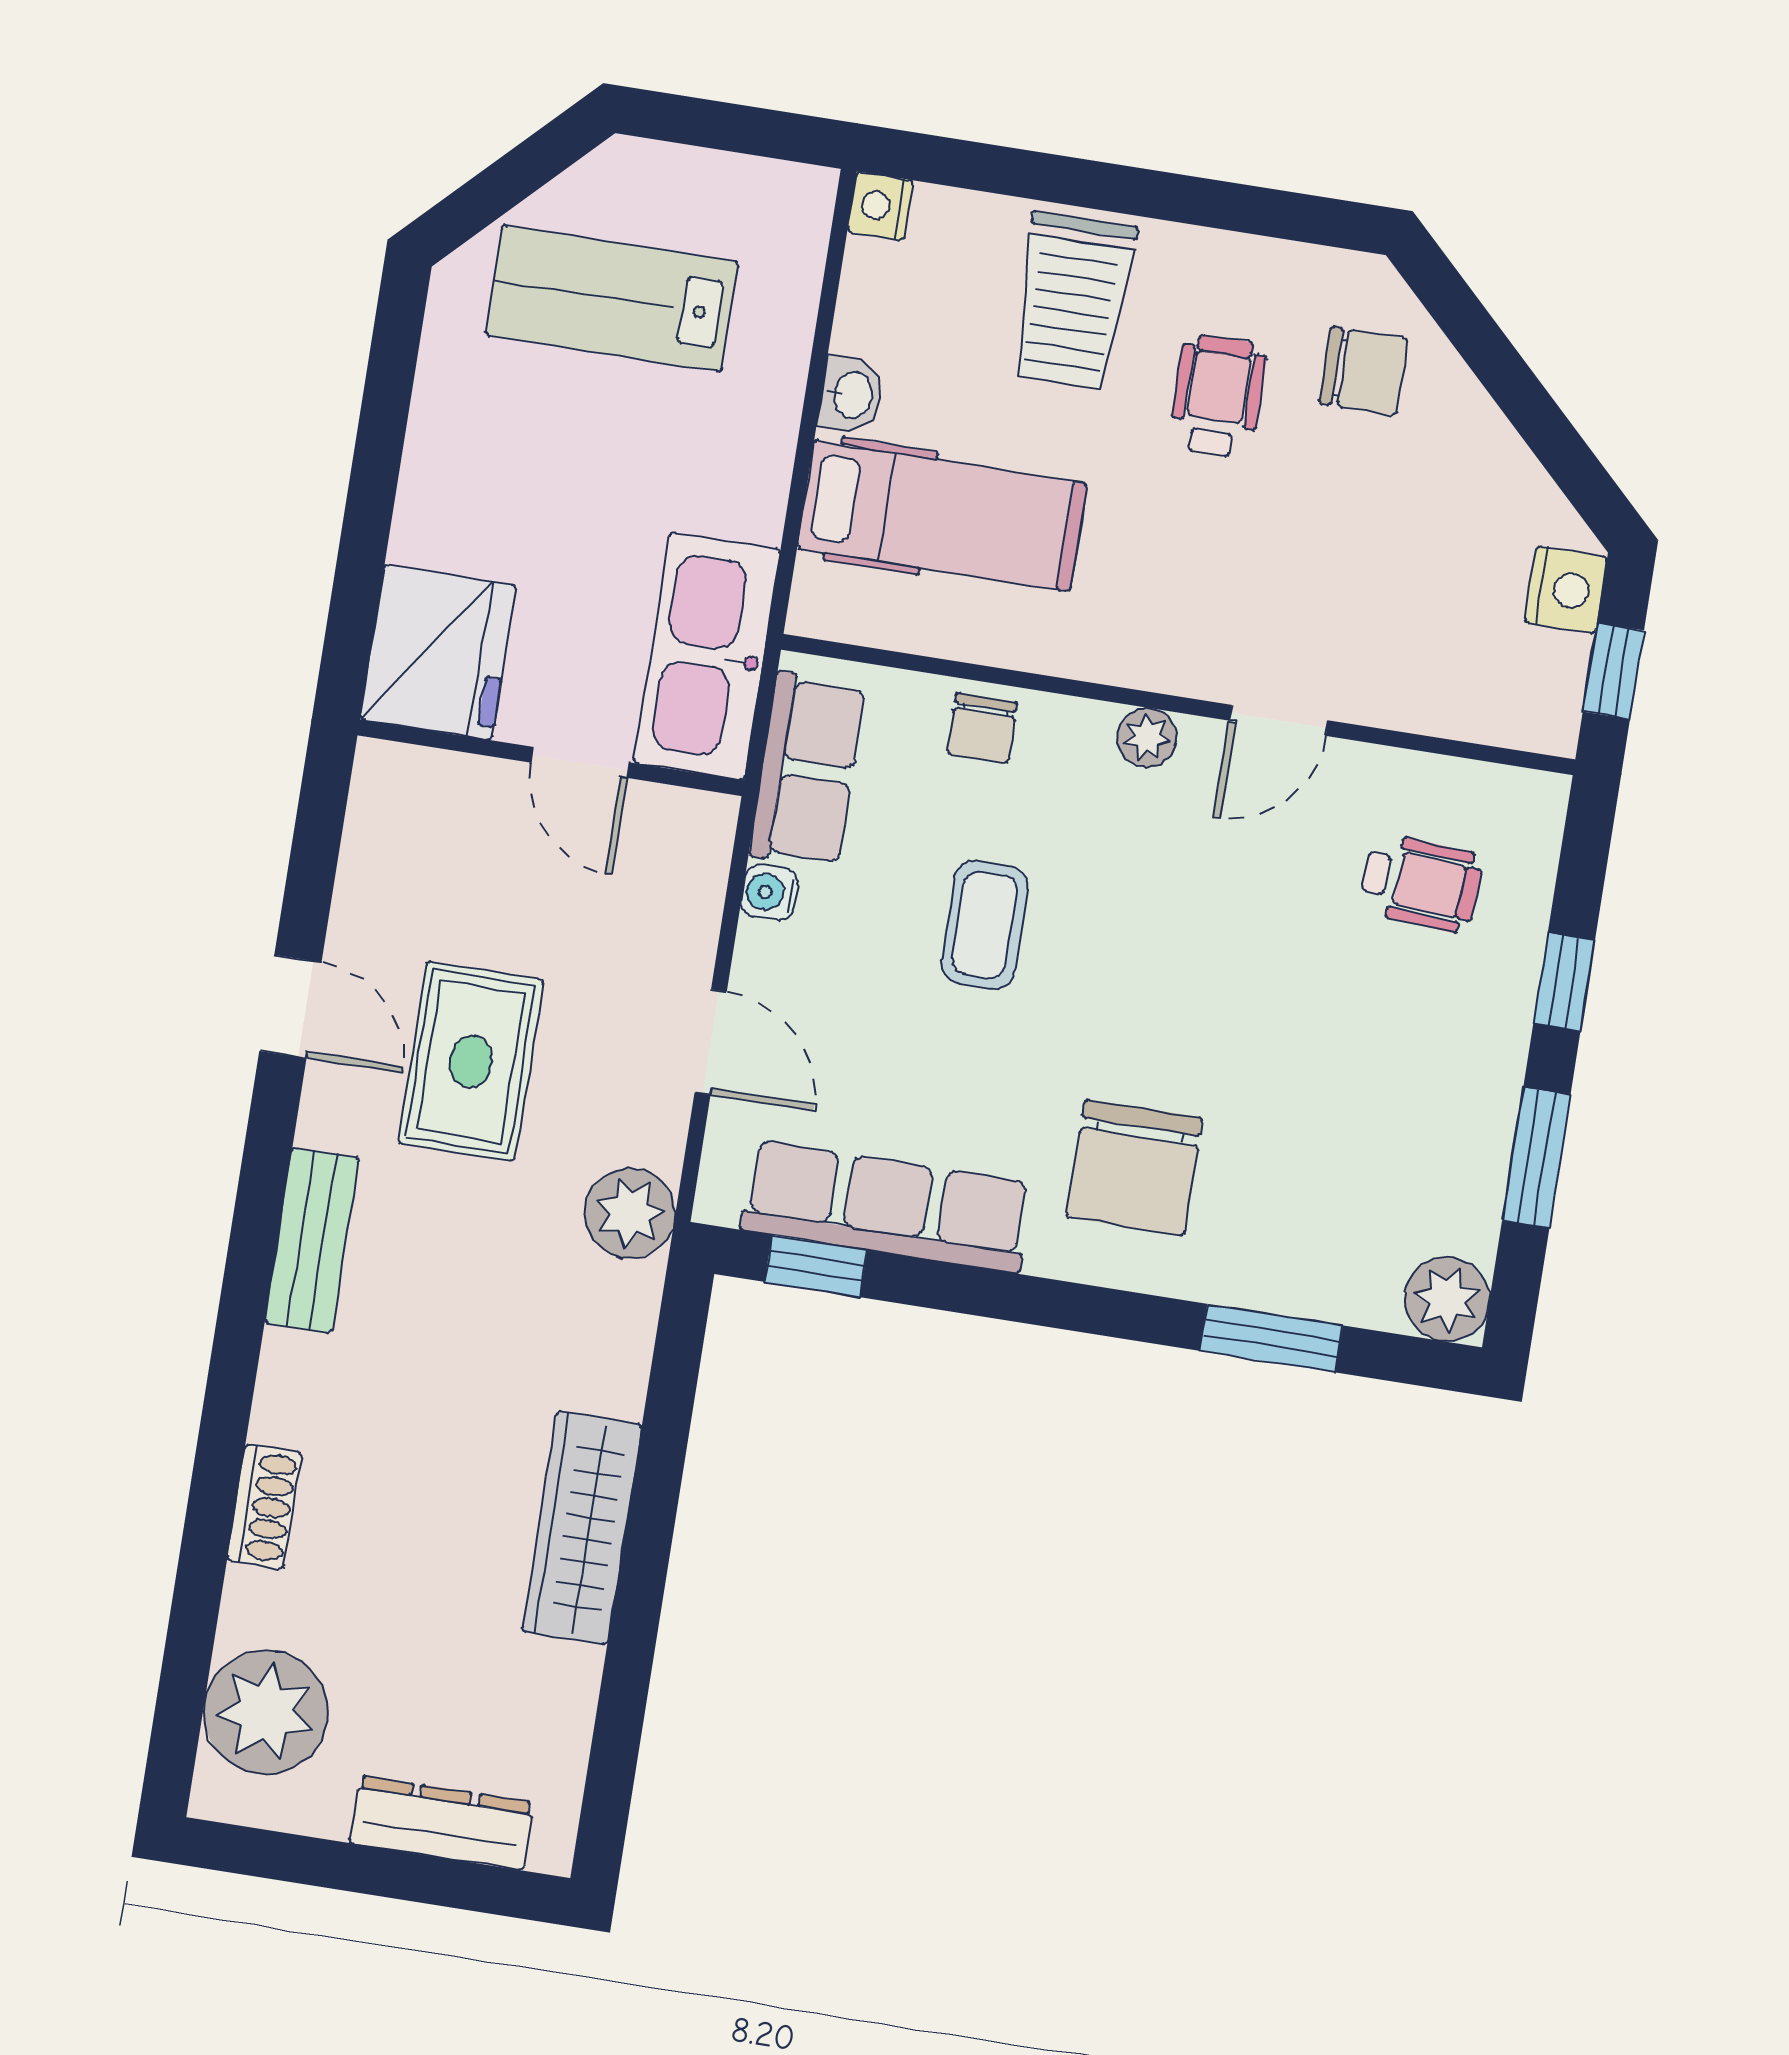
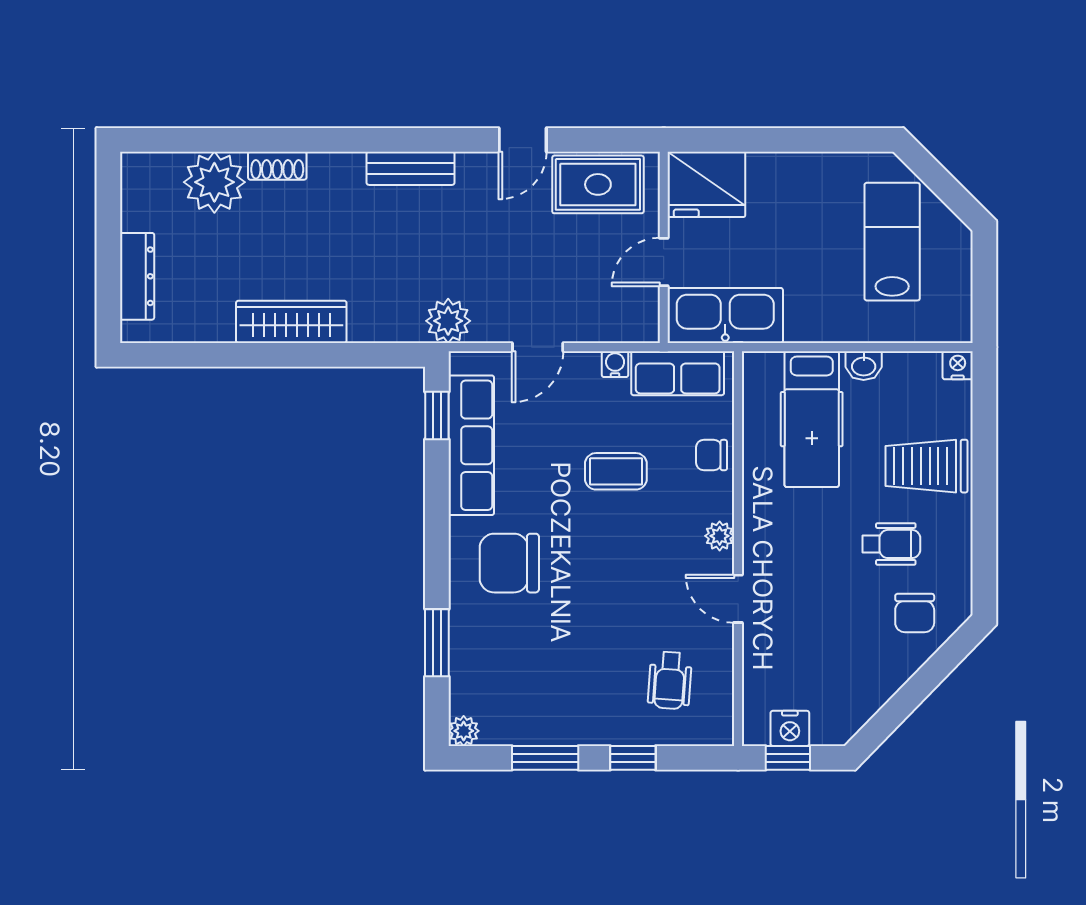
nightstand: (1566, 590) -> (790, 728), moved
rug: (471, 1061) -> (598, 184), moved
plant: (1447, 1299) -> (464, 731), width x0.73, depth x0.73
plant: (266, 1712) -> (214, 182), moved

